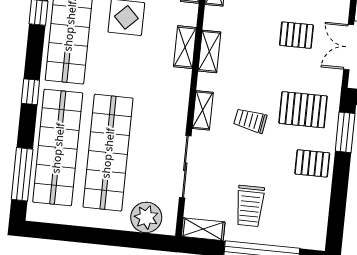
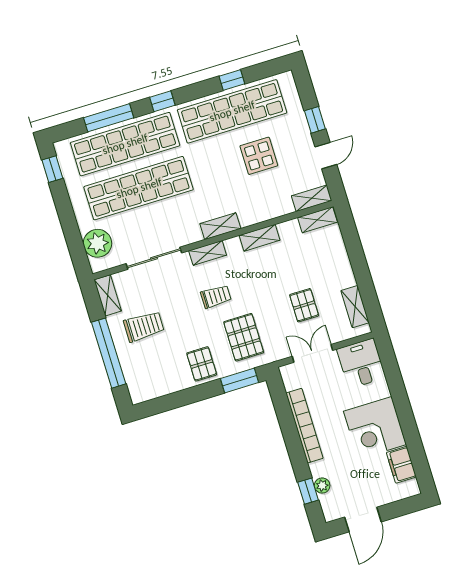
shelving: (185, 47) -> (220, 226), moved
trolley: (250, 121) -> (216, 297), turned 80
window: (22, 174) -> (109, 118), moved
trolley: (250, 206) -> (144, 326), turned 180
window: (52, 231) -> (52, 169), added

